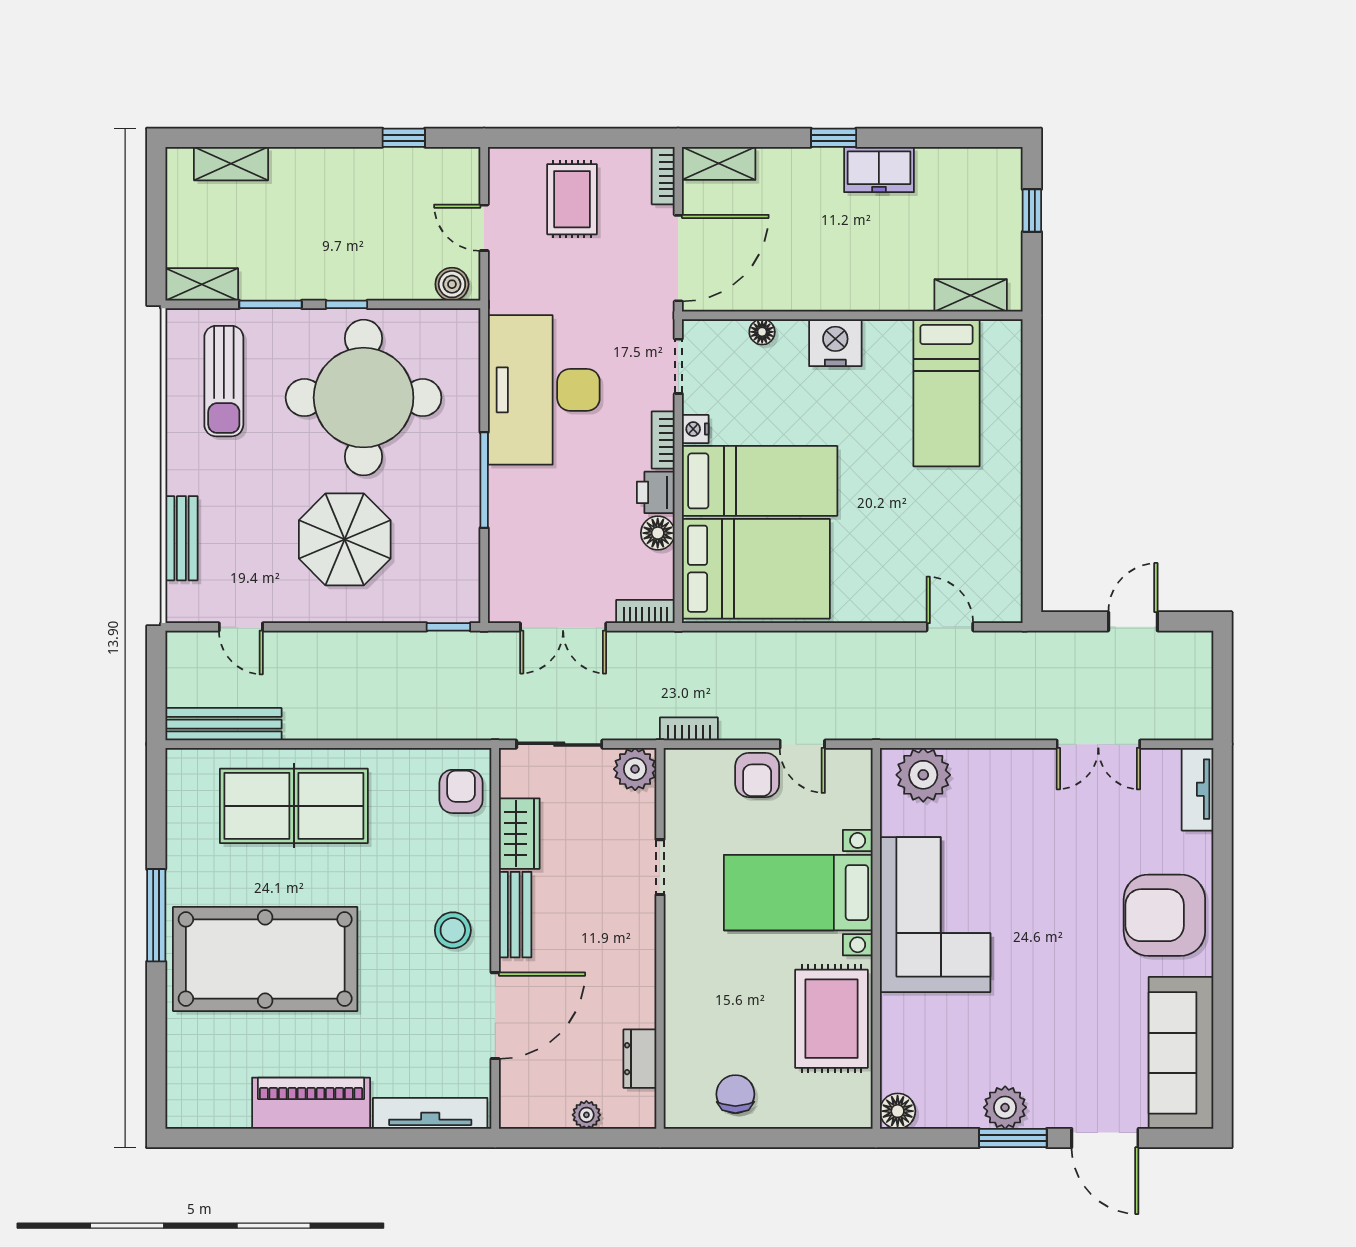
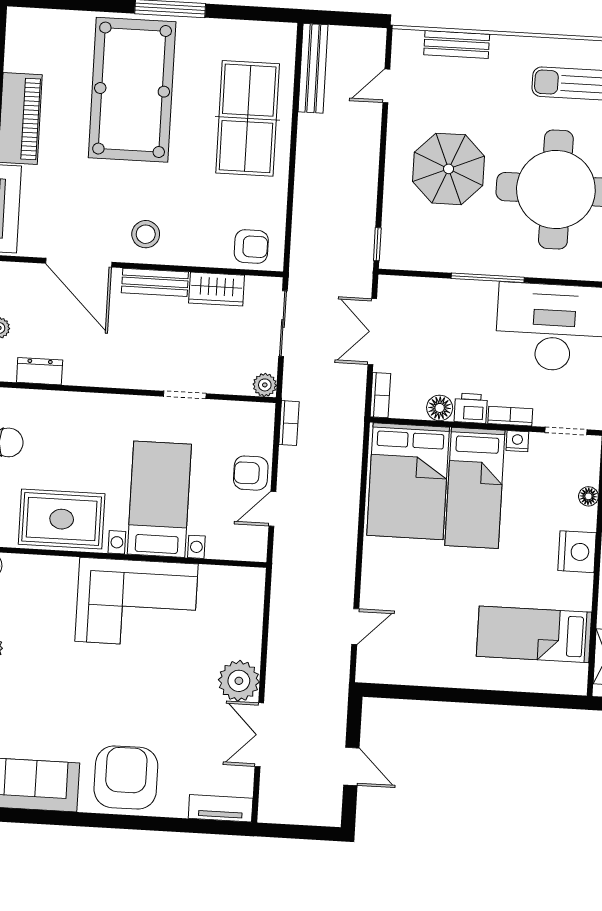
plant: (635, 769) -> (265, 385), width x0.73, depth x0.73
plant: (923, 775) -> (239, 681), moved

